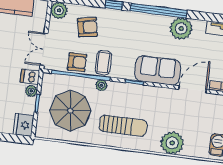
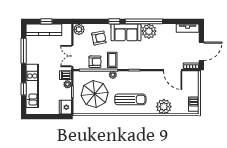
plant: (181, 29) -> (149, 31), moved
sofa: (158, 70) -> (126, 32), moved, turned 180
door: (193, 89) -> (173, 70), swing flipped

